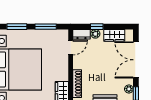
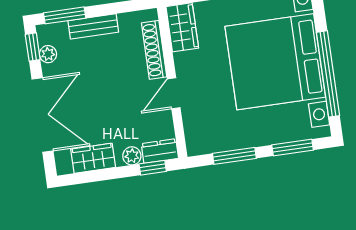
window: (97, 27) -> (153, 168), moved
door: (71, 47) -> (174, 93), moved

